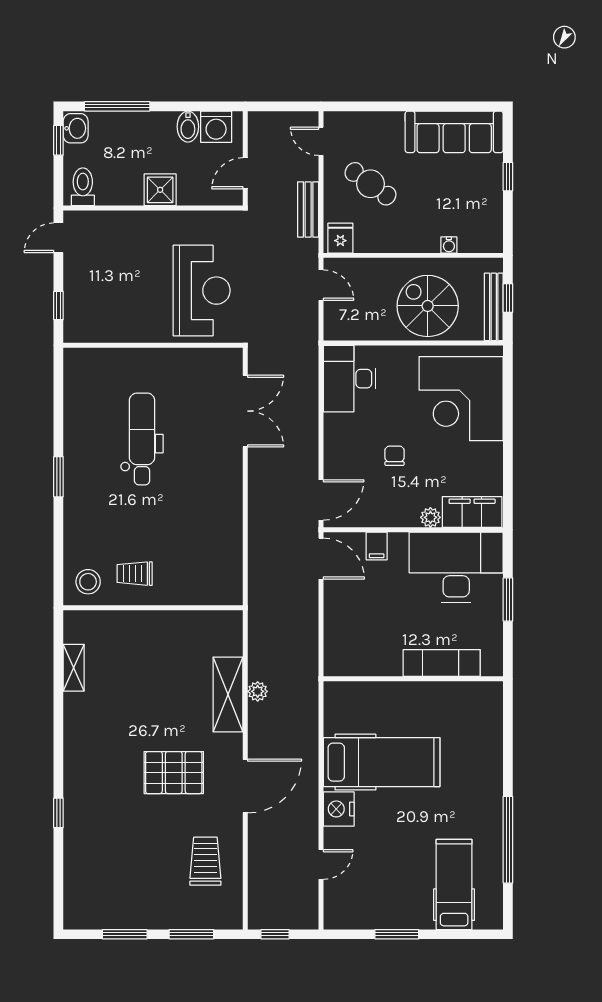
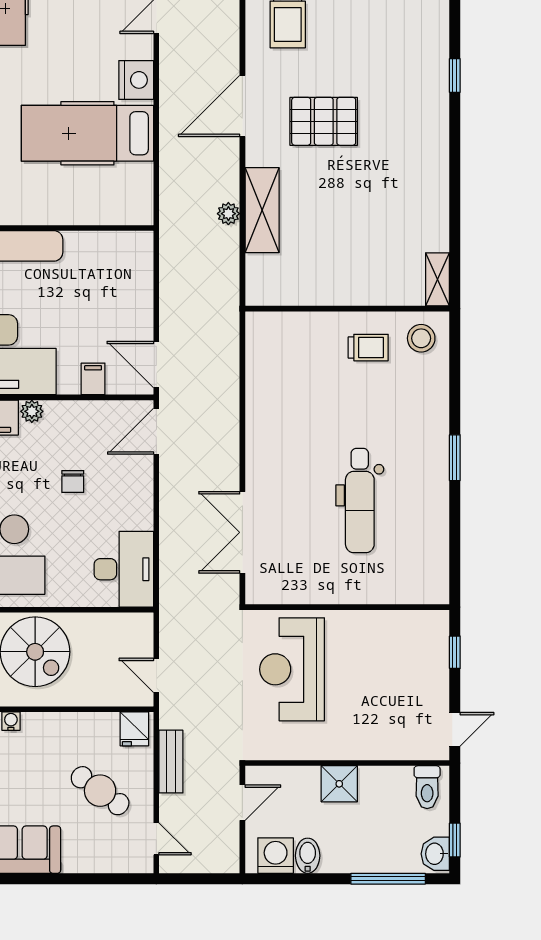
shelving: (74, 668) -> (437, 279), moved

